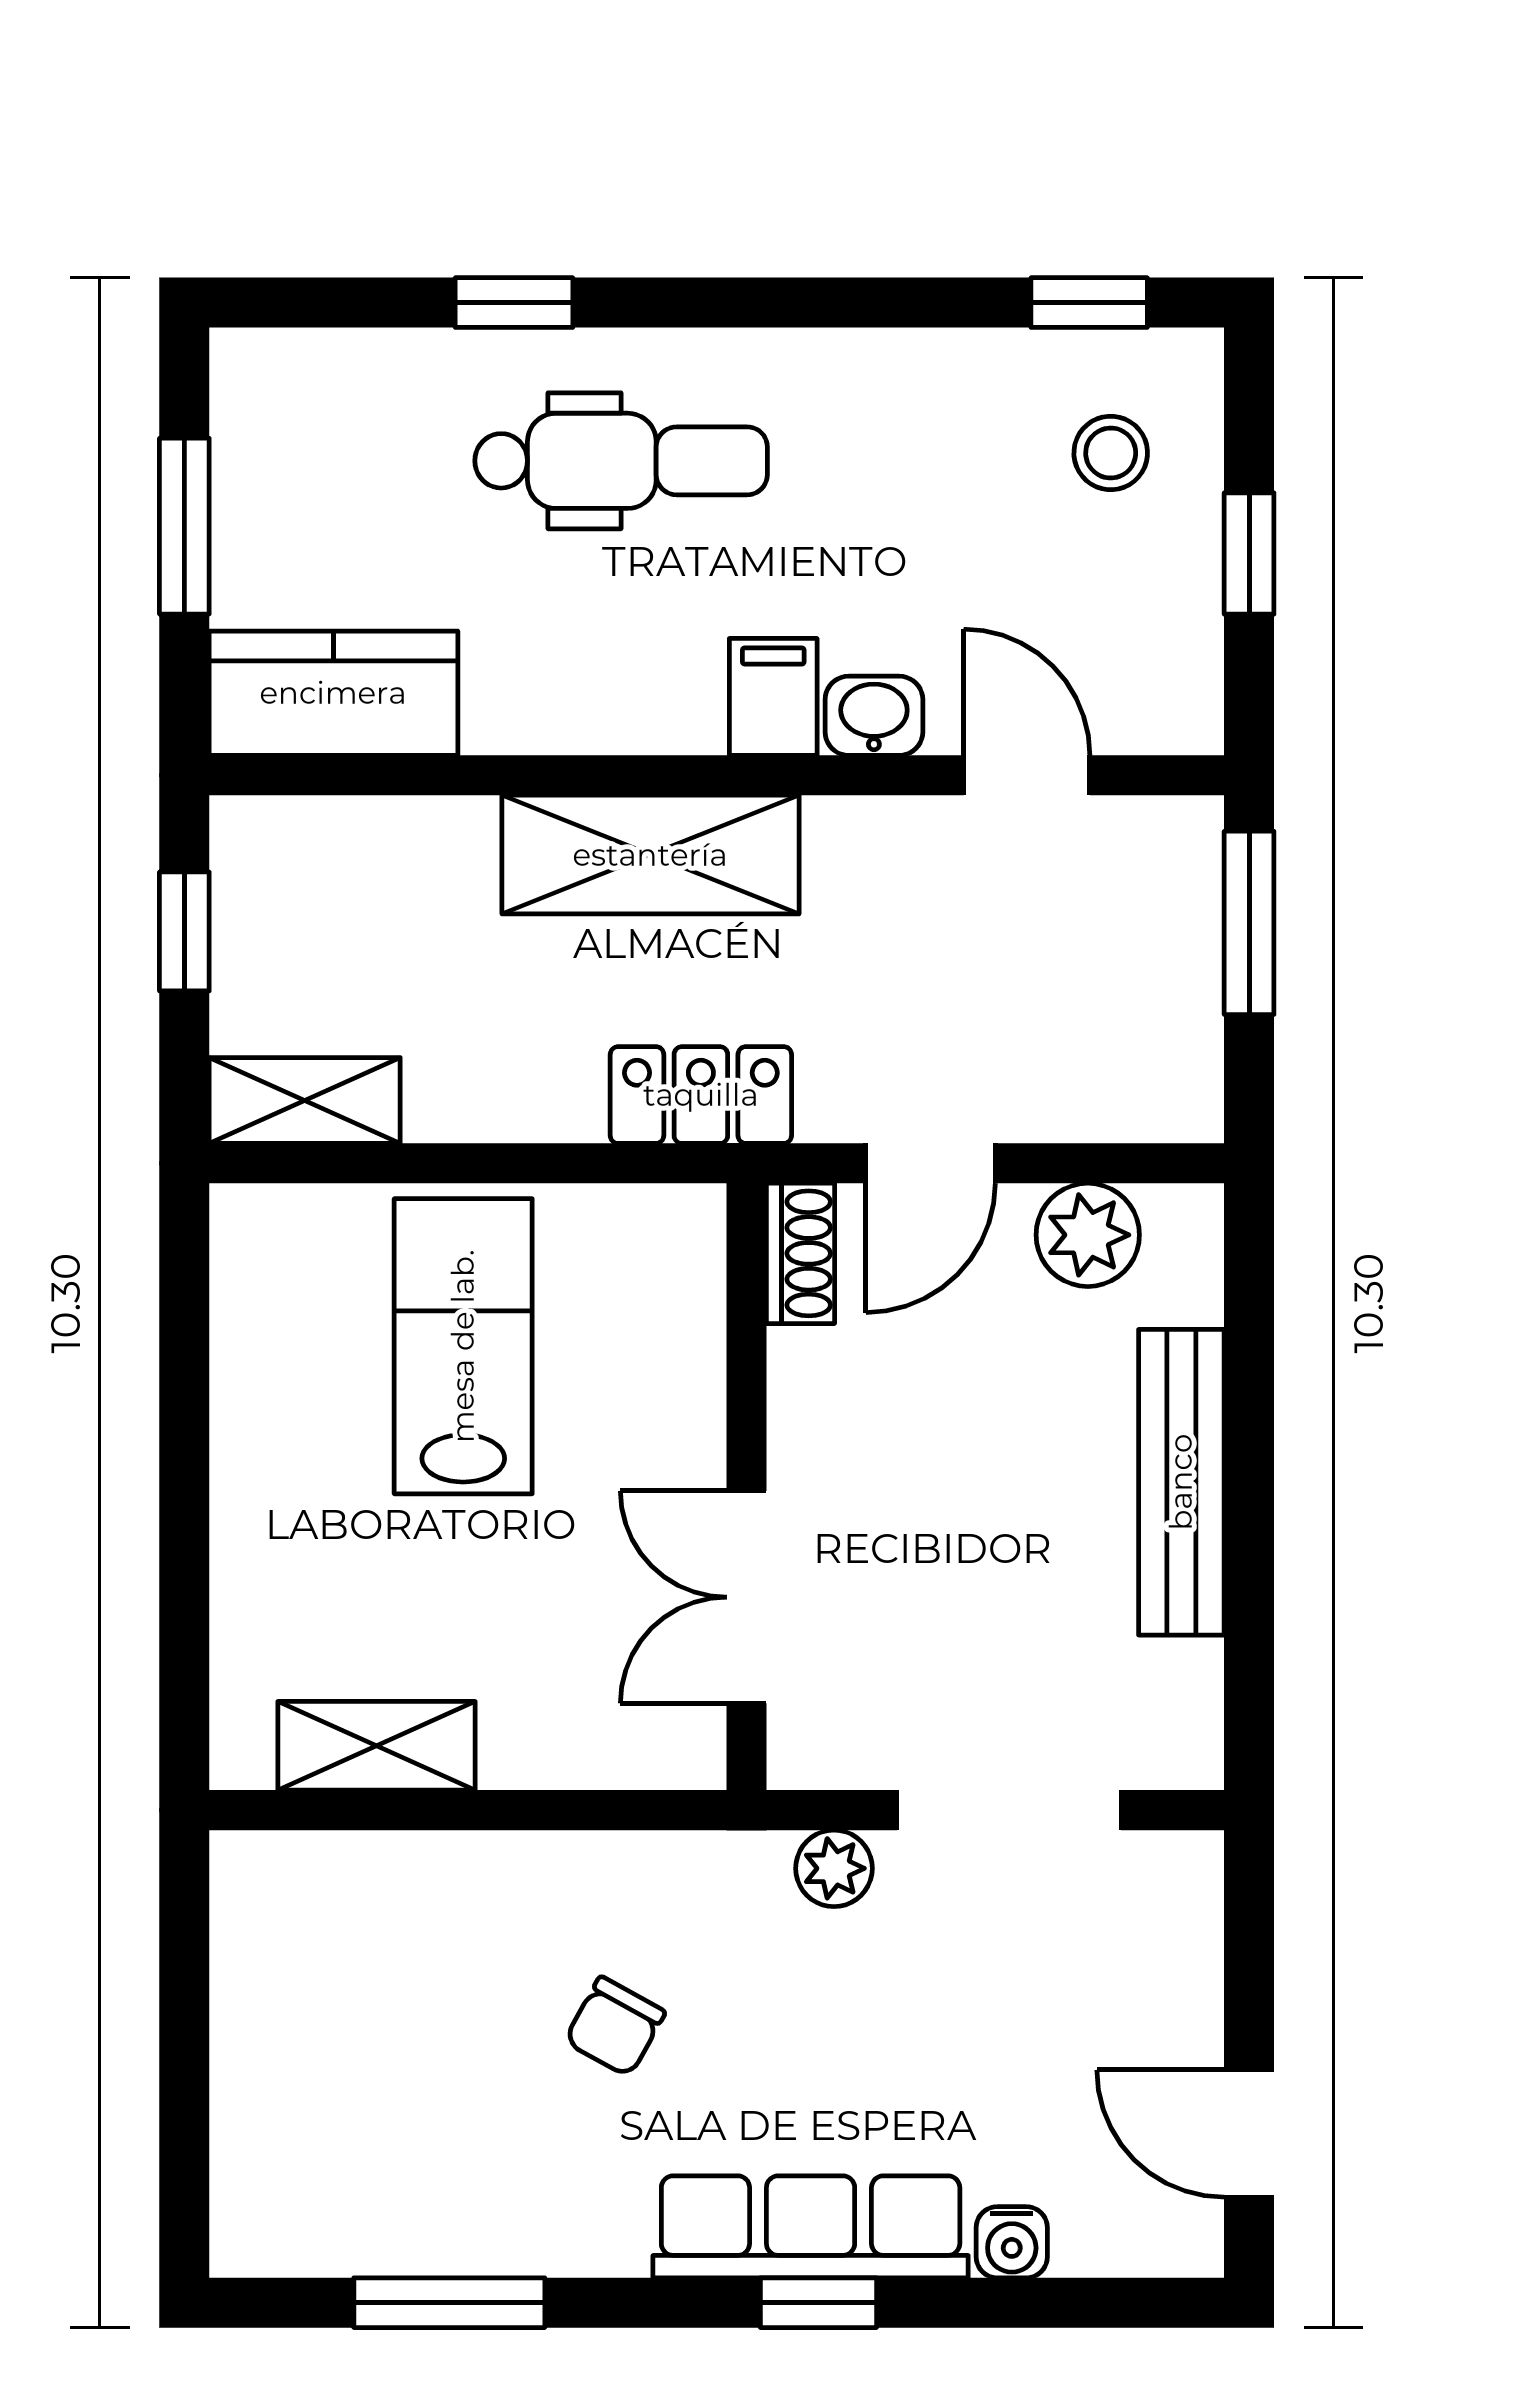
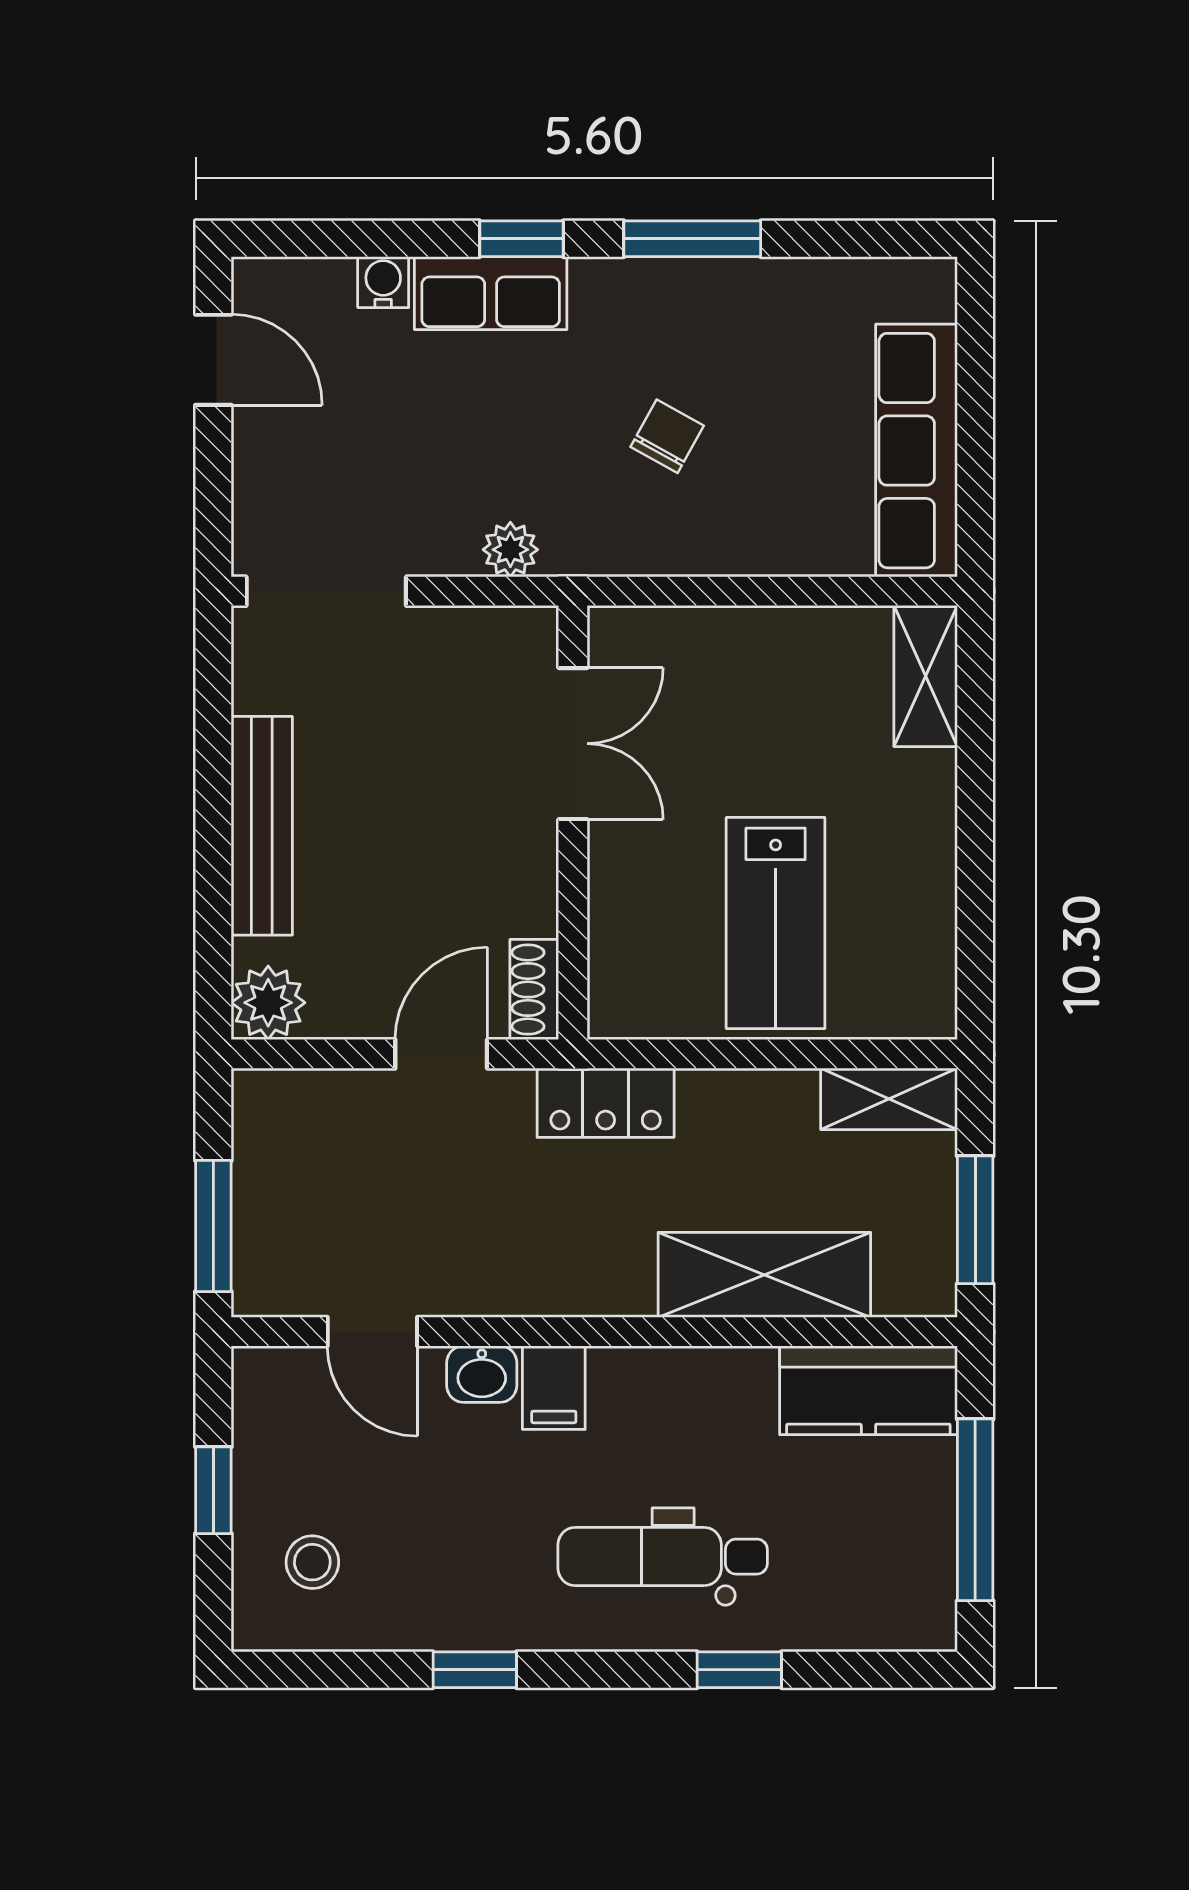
window: (1089, 303) -> (475, 1670), moved
window: (184, 526) -> (975, 1510), width x1.44
shelving: (650, 855) -> (764, 1275), moved
window: (184, 931) -> (975, 1220), width x1.50
plant: (1088, 1235) -> (268, 1003), moved
shelving: (377, 1746) -> (926, 676), moved, turned 90
doorway: (1009, 1810) -> (326, 591), moved
row of seats: (266, 2007) -> (916, 451), added
row of seats: (811, 2227) -> (491, 293), width x0.68
window: (449, 2303) -> (692, 239), moved

